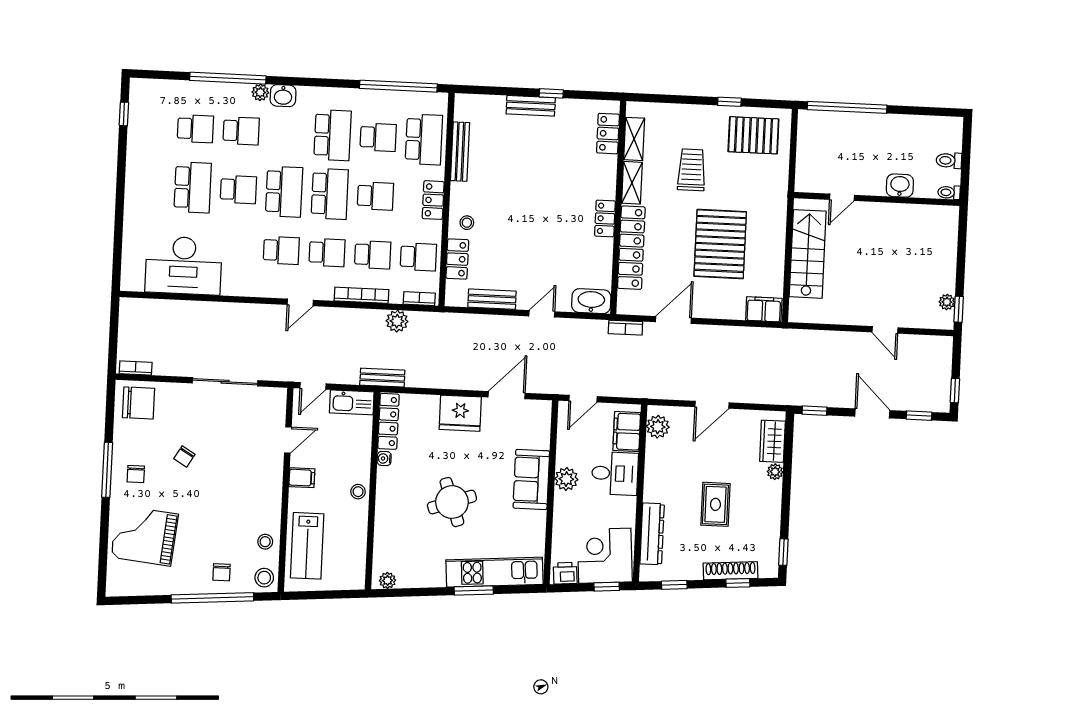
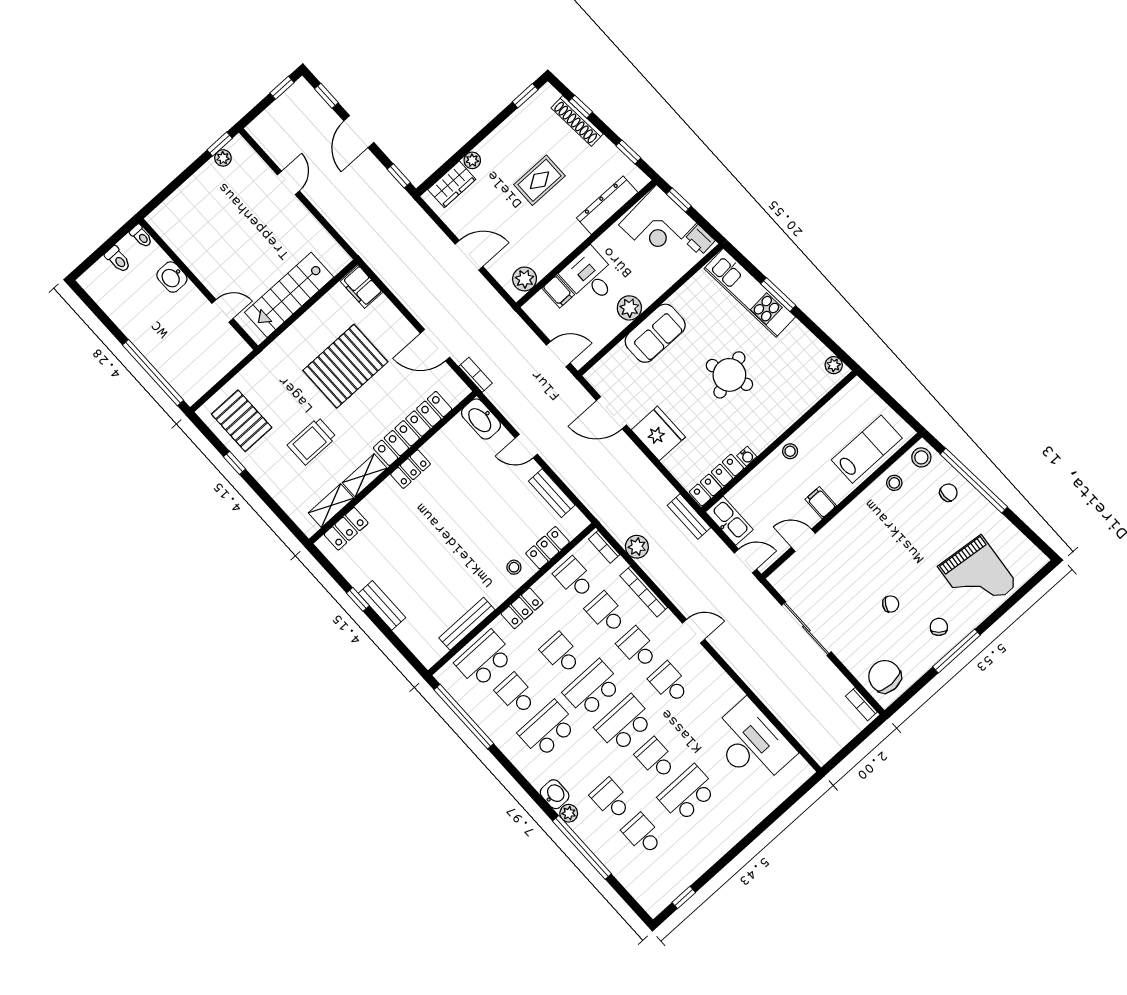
filing cabinet: (627, 432) -> (558, 291), width x0.50
chair: (136, 474) -> (939, 627), turned -49

